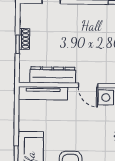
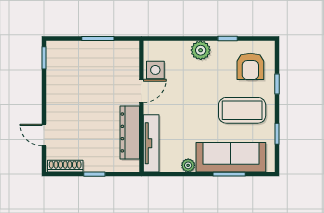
shoe rack: (24, 39) -> (65, 166), moved, width x1.43
plant: (24, 125) -> (188, 165), added

